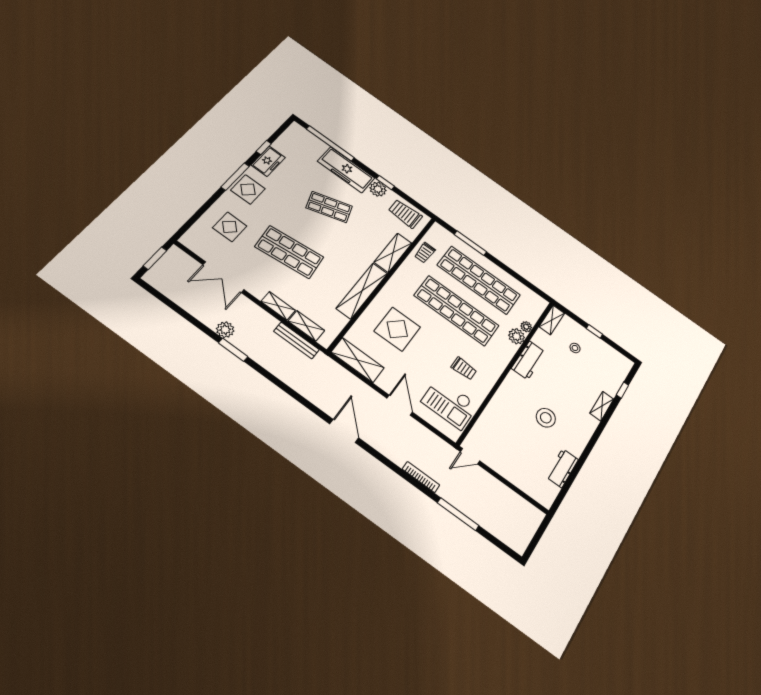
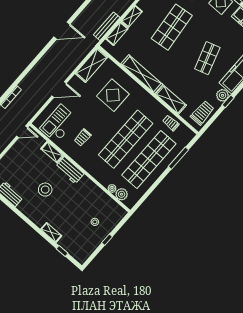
shelving: (552, 320) -> (52, 152), moved
plant: (517, 336) -> (122, 194), moved
workbench: (529, 360) -> (70, 170), moved
door: (344, 431) -> (62, 30), moved
door: (470, 456) -> (22, 132), swing flipped

